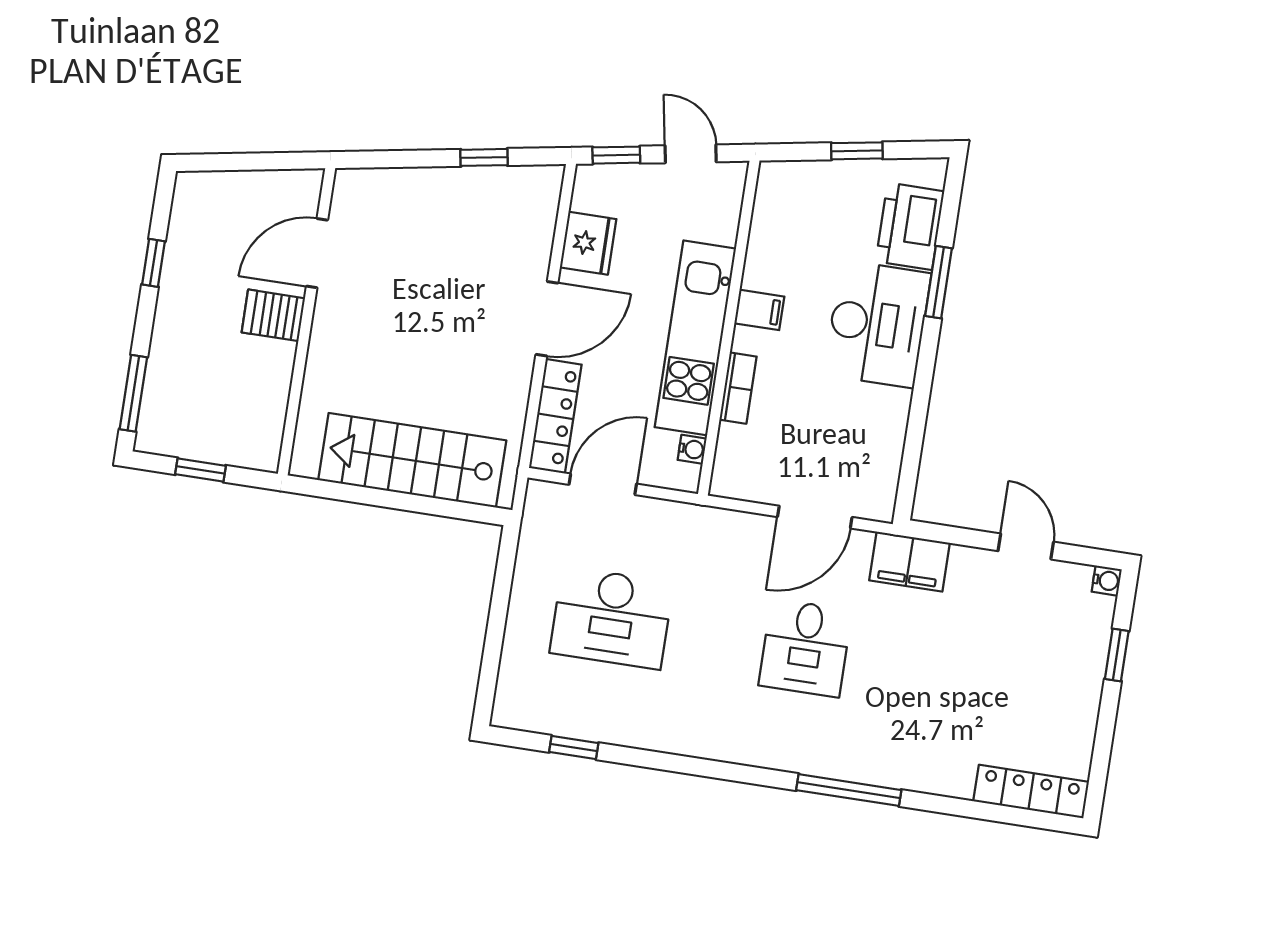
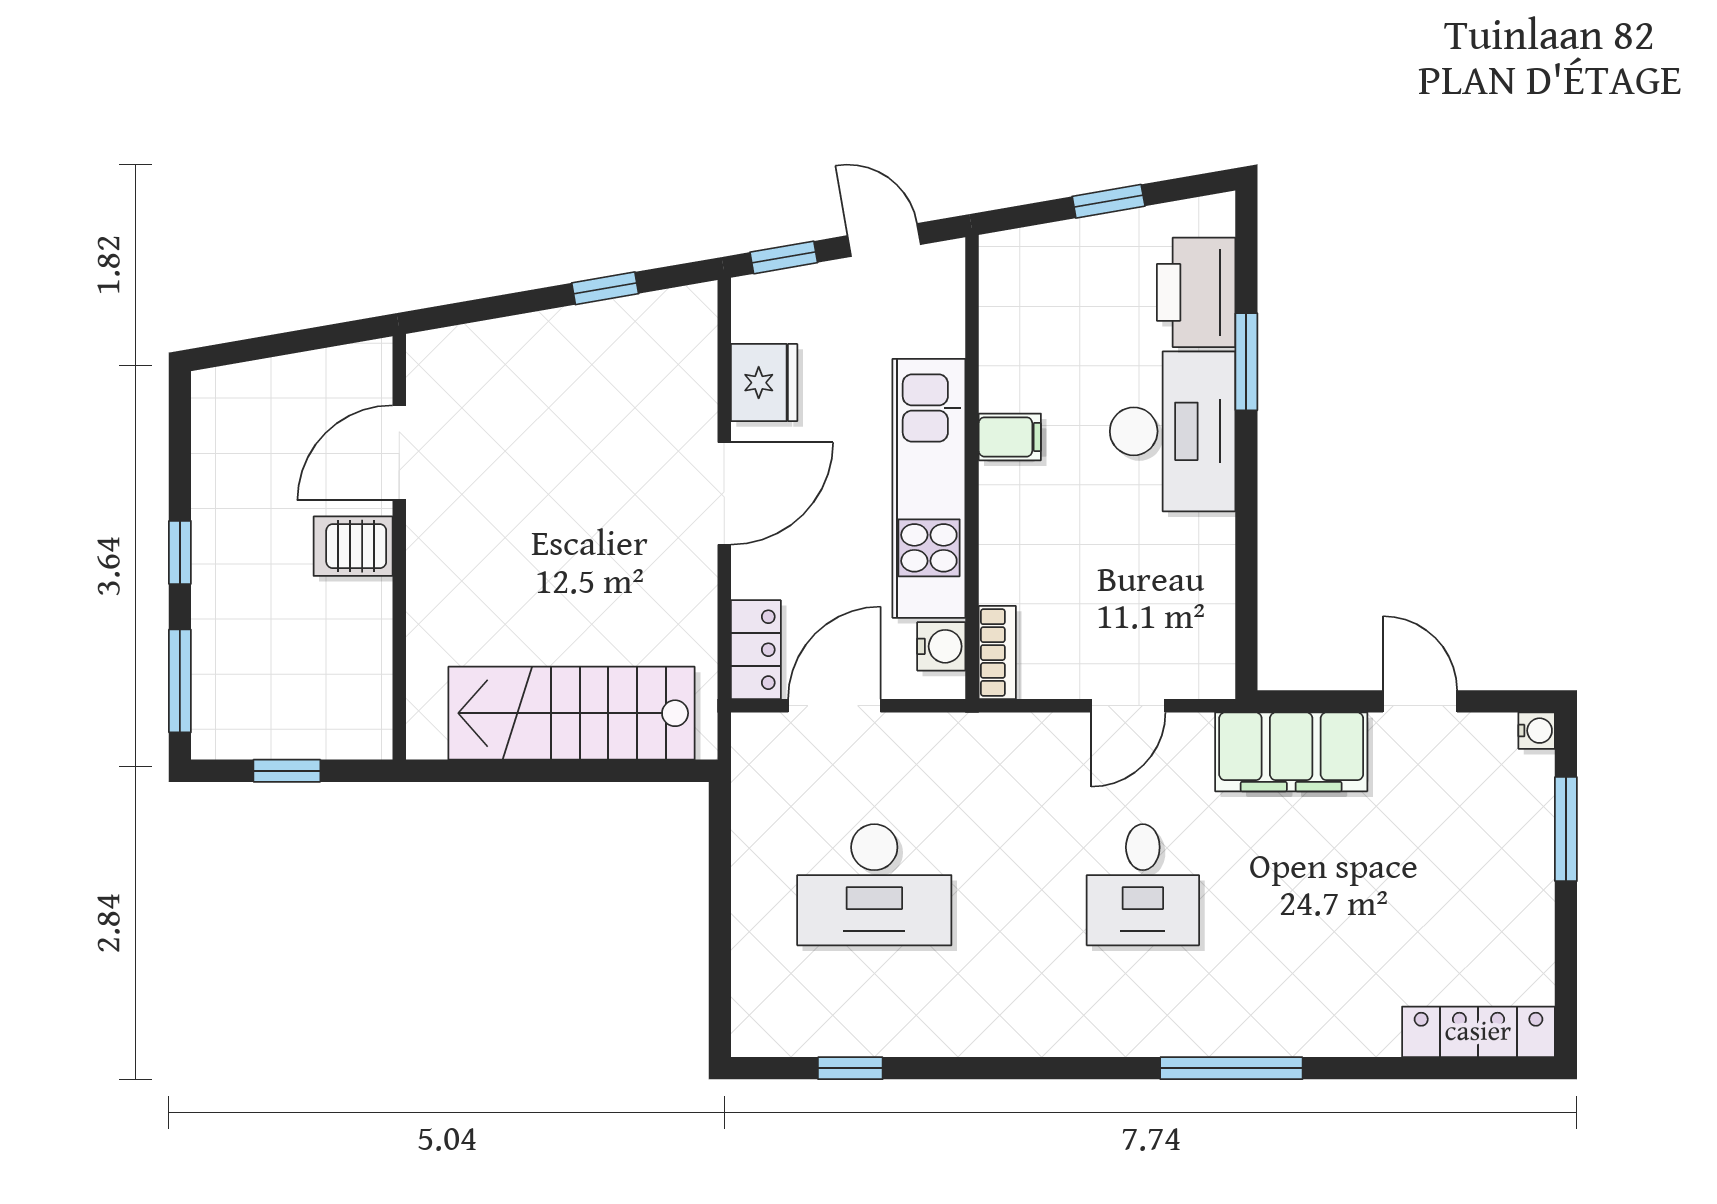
window: (154, 263) -> (180, 552), moved
bookcase: (738, 388) -> (997, 653), moved
locker: (555, 416) -> (756, 650), width x0.66
water cooler: (692, 449) -> (941, 646), width x1.38, depth x1.38
door: (815, 517) -> (1128, 706), width x0.73
filing cabinet: (910, 562) -> (1291, 752), width x1.50, depth x1.17
window: (1117, 655) -> (1566, 829), width x1.50

